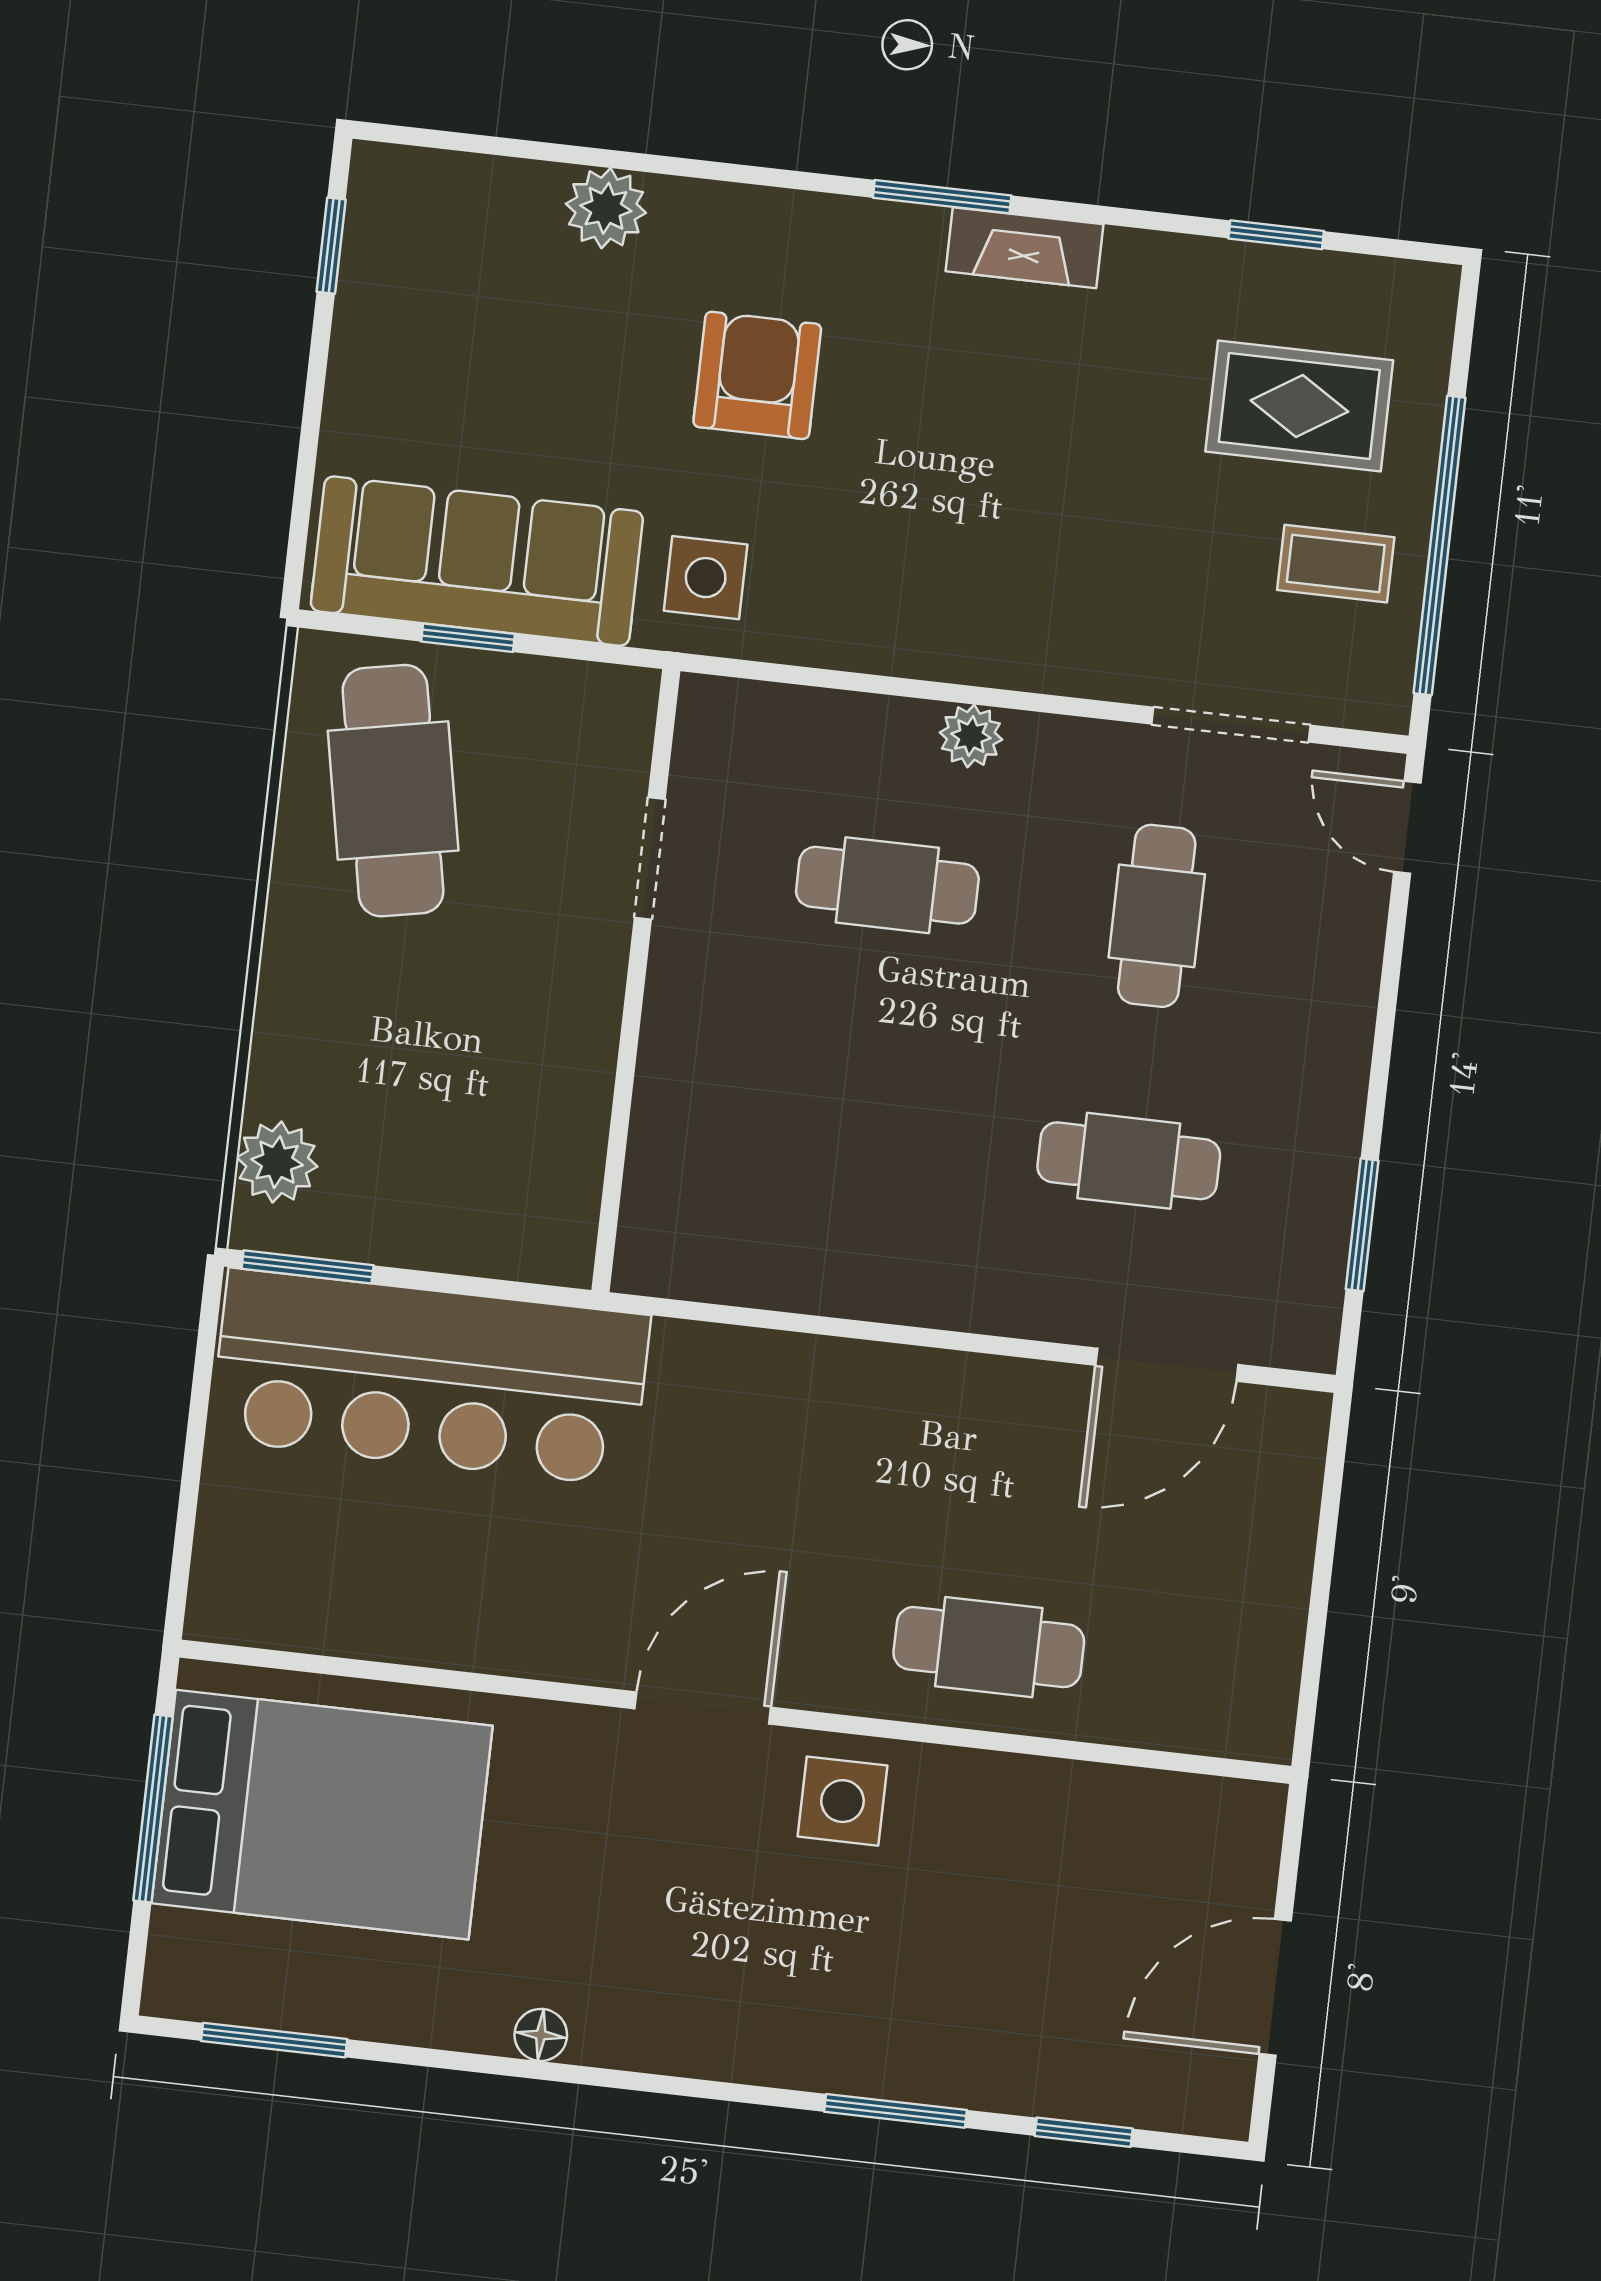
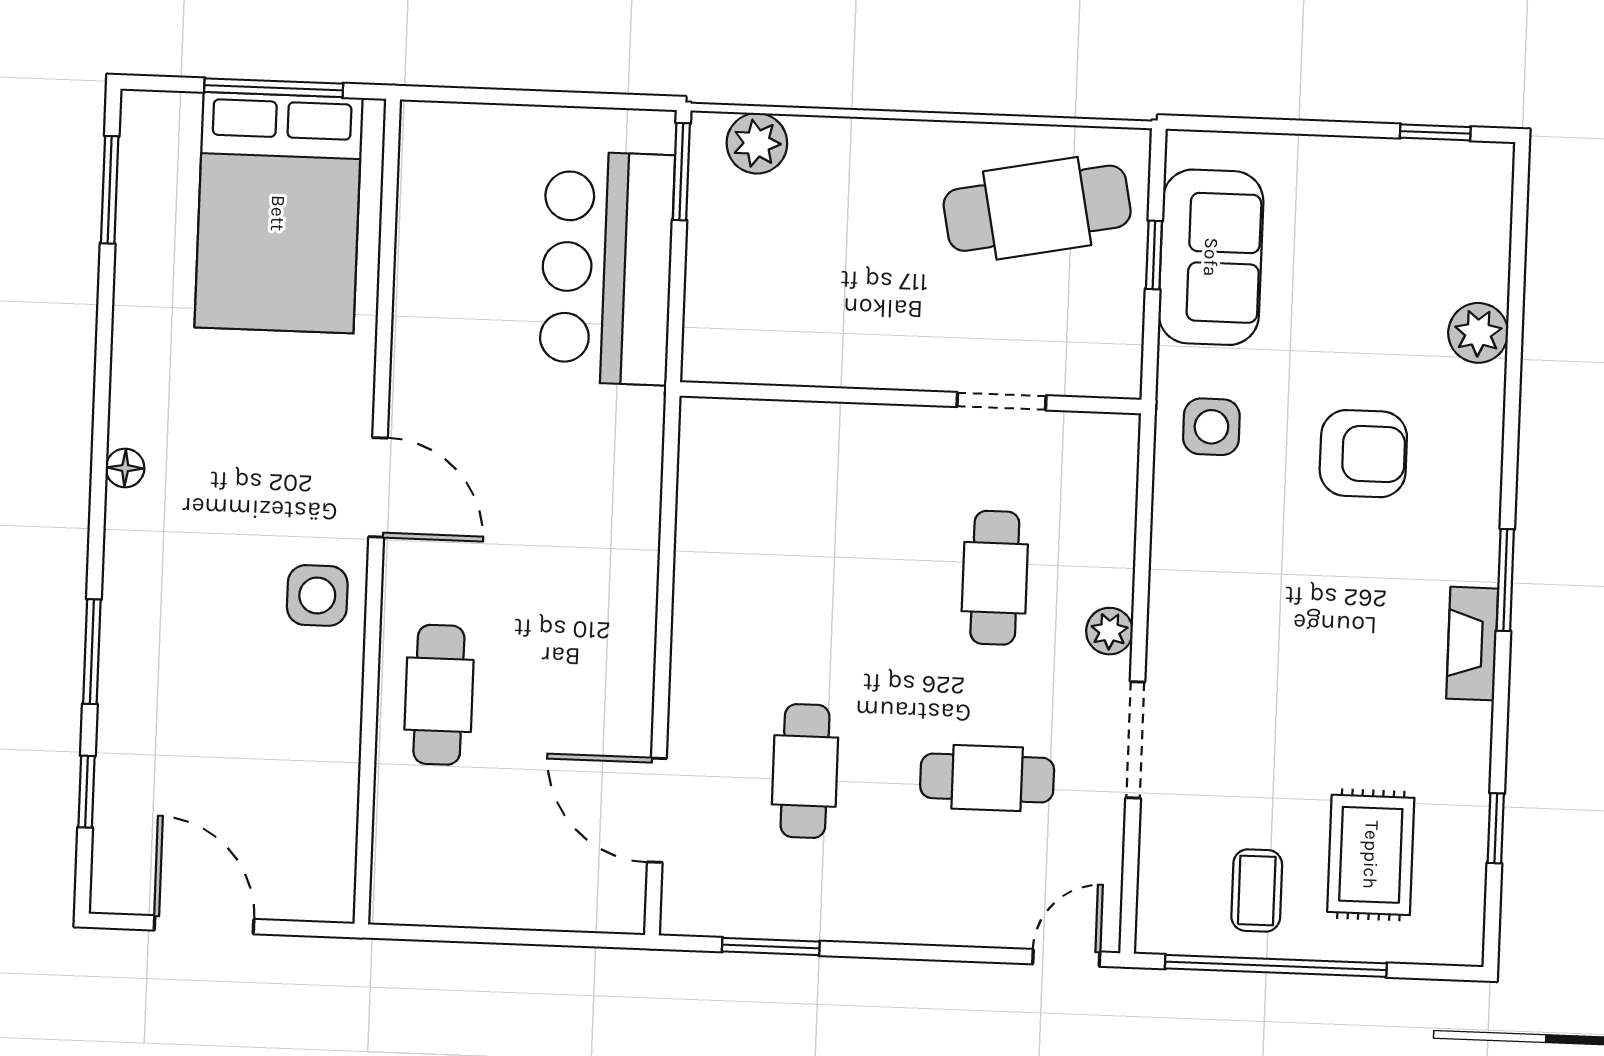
sofa: (477, 561) -> (1211, 257), width x0.73
doorway: (1231, 725) -> (1135, 740), moved
bar counter: (430, 1377) -> (607, 268), width x0.73
floor lamp: (541, 2035) -> (125, 468), moved

